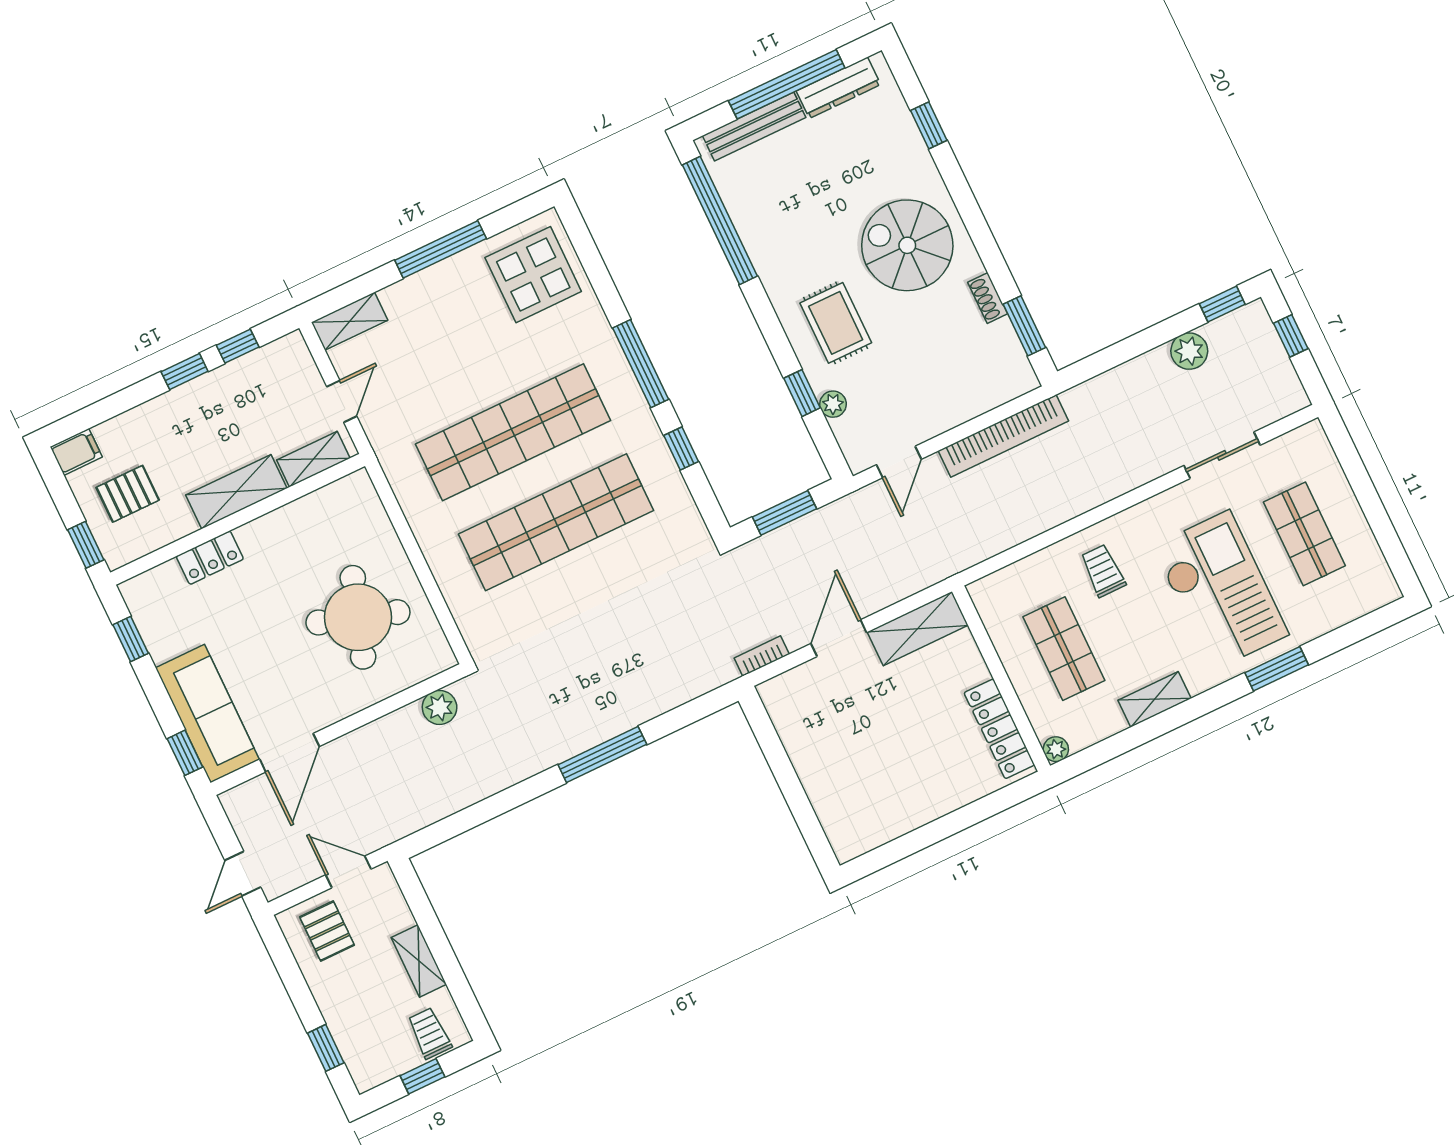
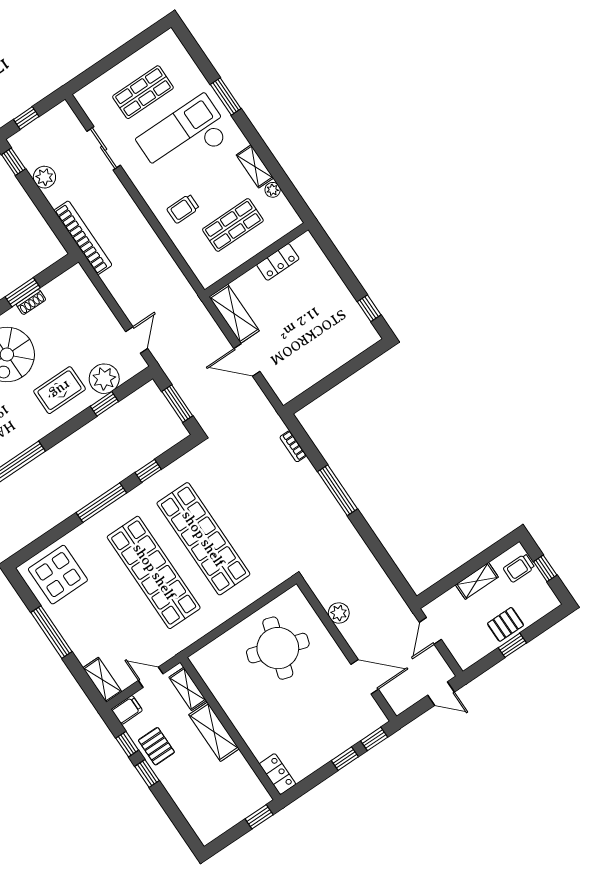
window: (1024, 326) -> (23, 292), moved
plant: (833, 404) -> (104, 379), width x1.87, depth x1.87
bookcase: (1003, 436) -> (83, 238), moved
filing cabinet: (76, 452) -> (127, 710), moved, turned 90
door: (899, 462) -> (137, 340), hinge flipped
pallet: (128, 494) -> (156, 746), moved
locker: (210, 558) -> (278, 774), moved
window: (131, 639) -> (345, 759), moved
bookcase: (762, 656) -> (293, 446), moved
plant: (440, 707) -> (339, 613), moved
sofa: (207, 714) -> (349, 729), removed
locker: (999, 729) -> (278, 262), width x0.66
plant: (1056, 749) -> (273, 190), moved
window: (893, 852) -> (369, 308), added
pallet: (327, 931) -> (505, 624), moved
window: (326, 1048) -> (512, 645), moved

